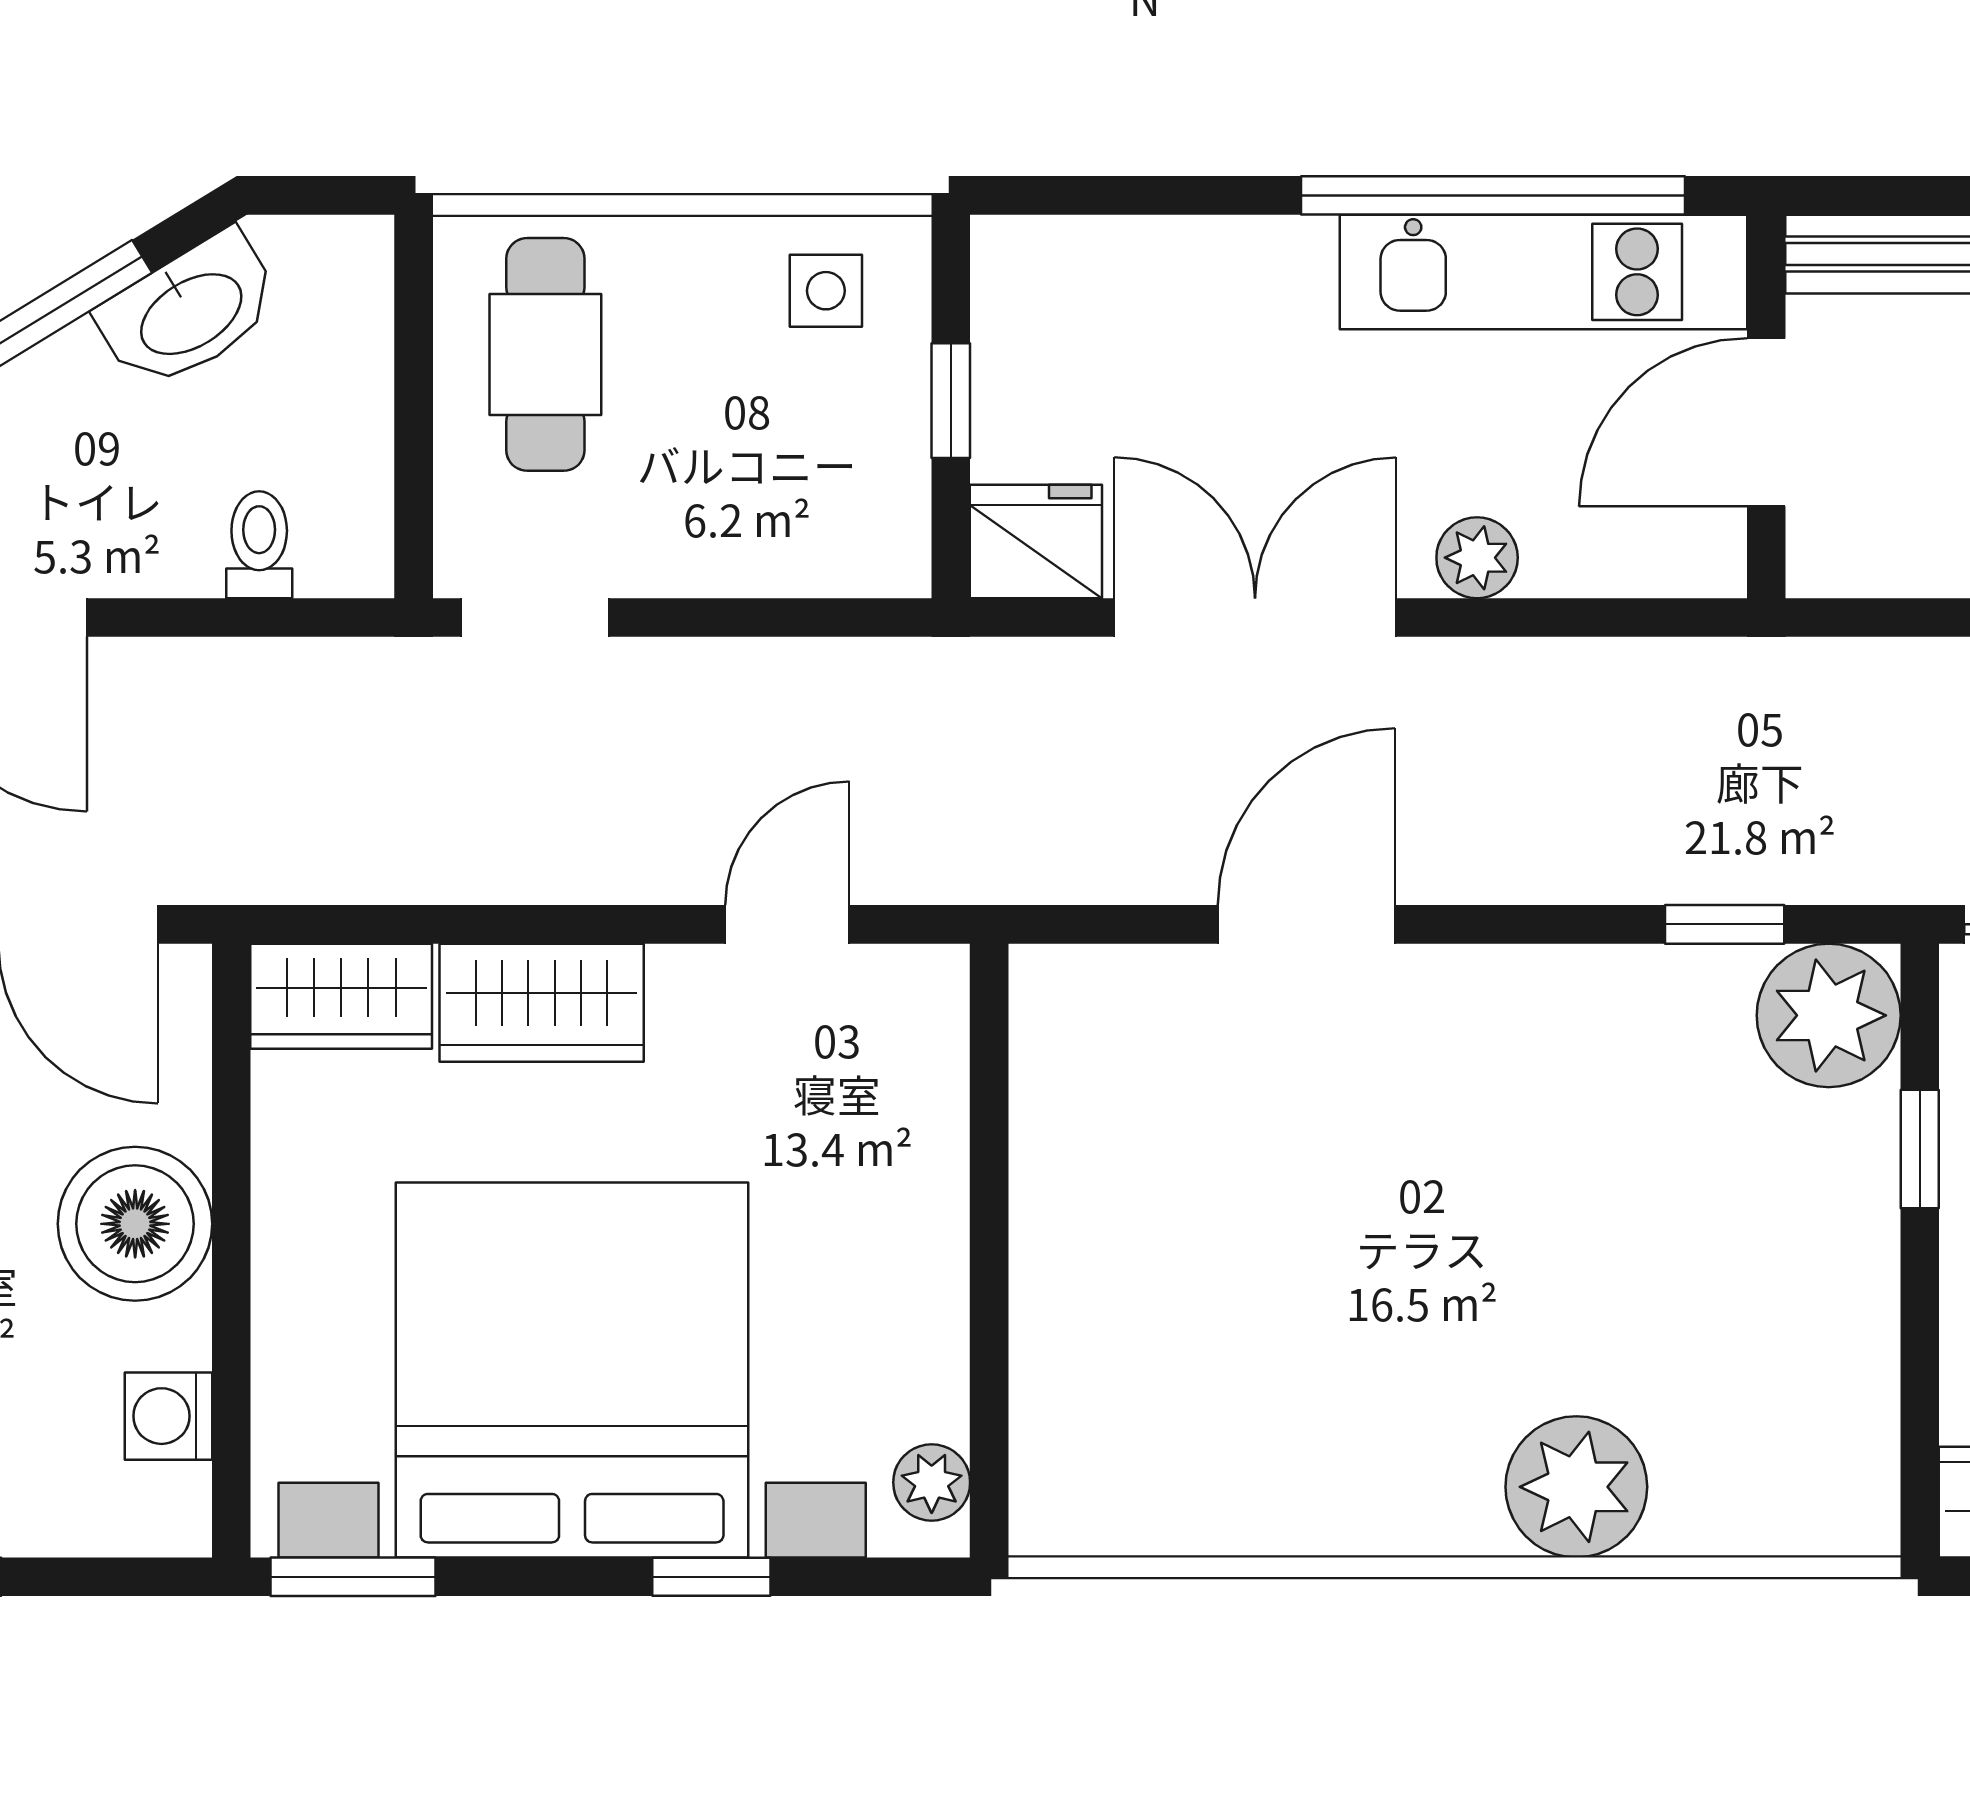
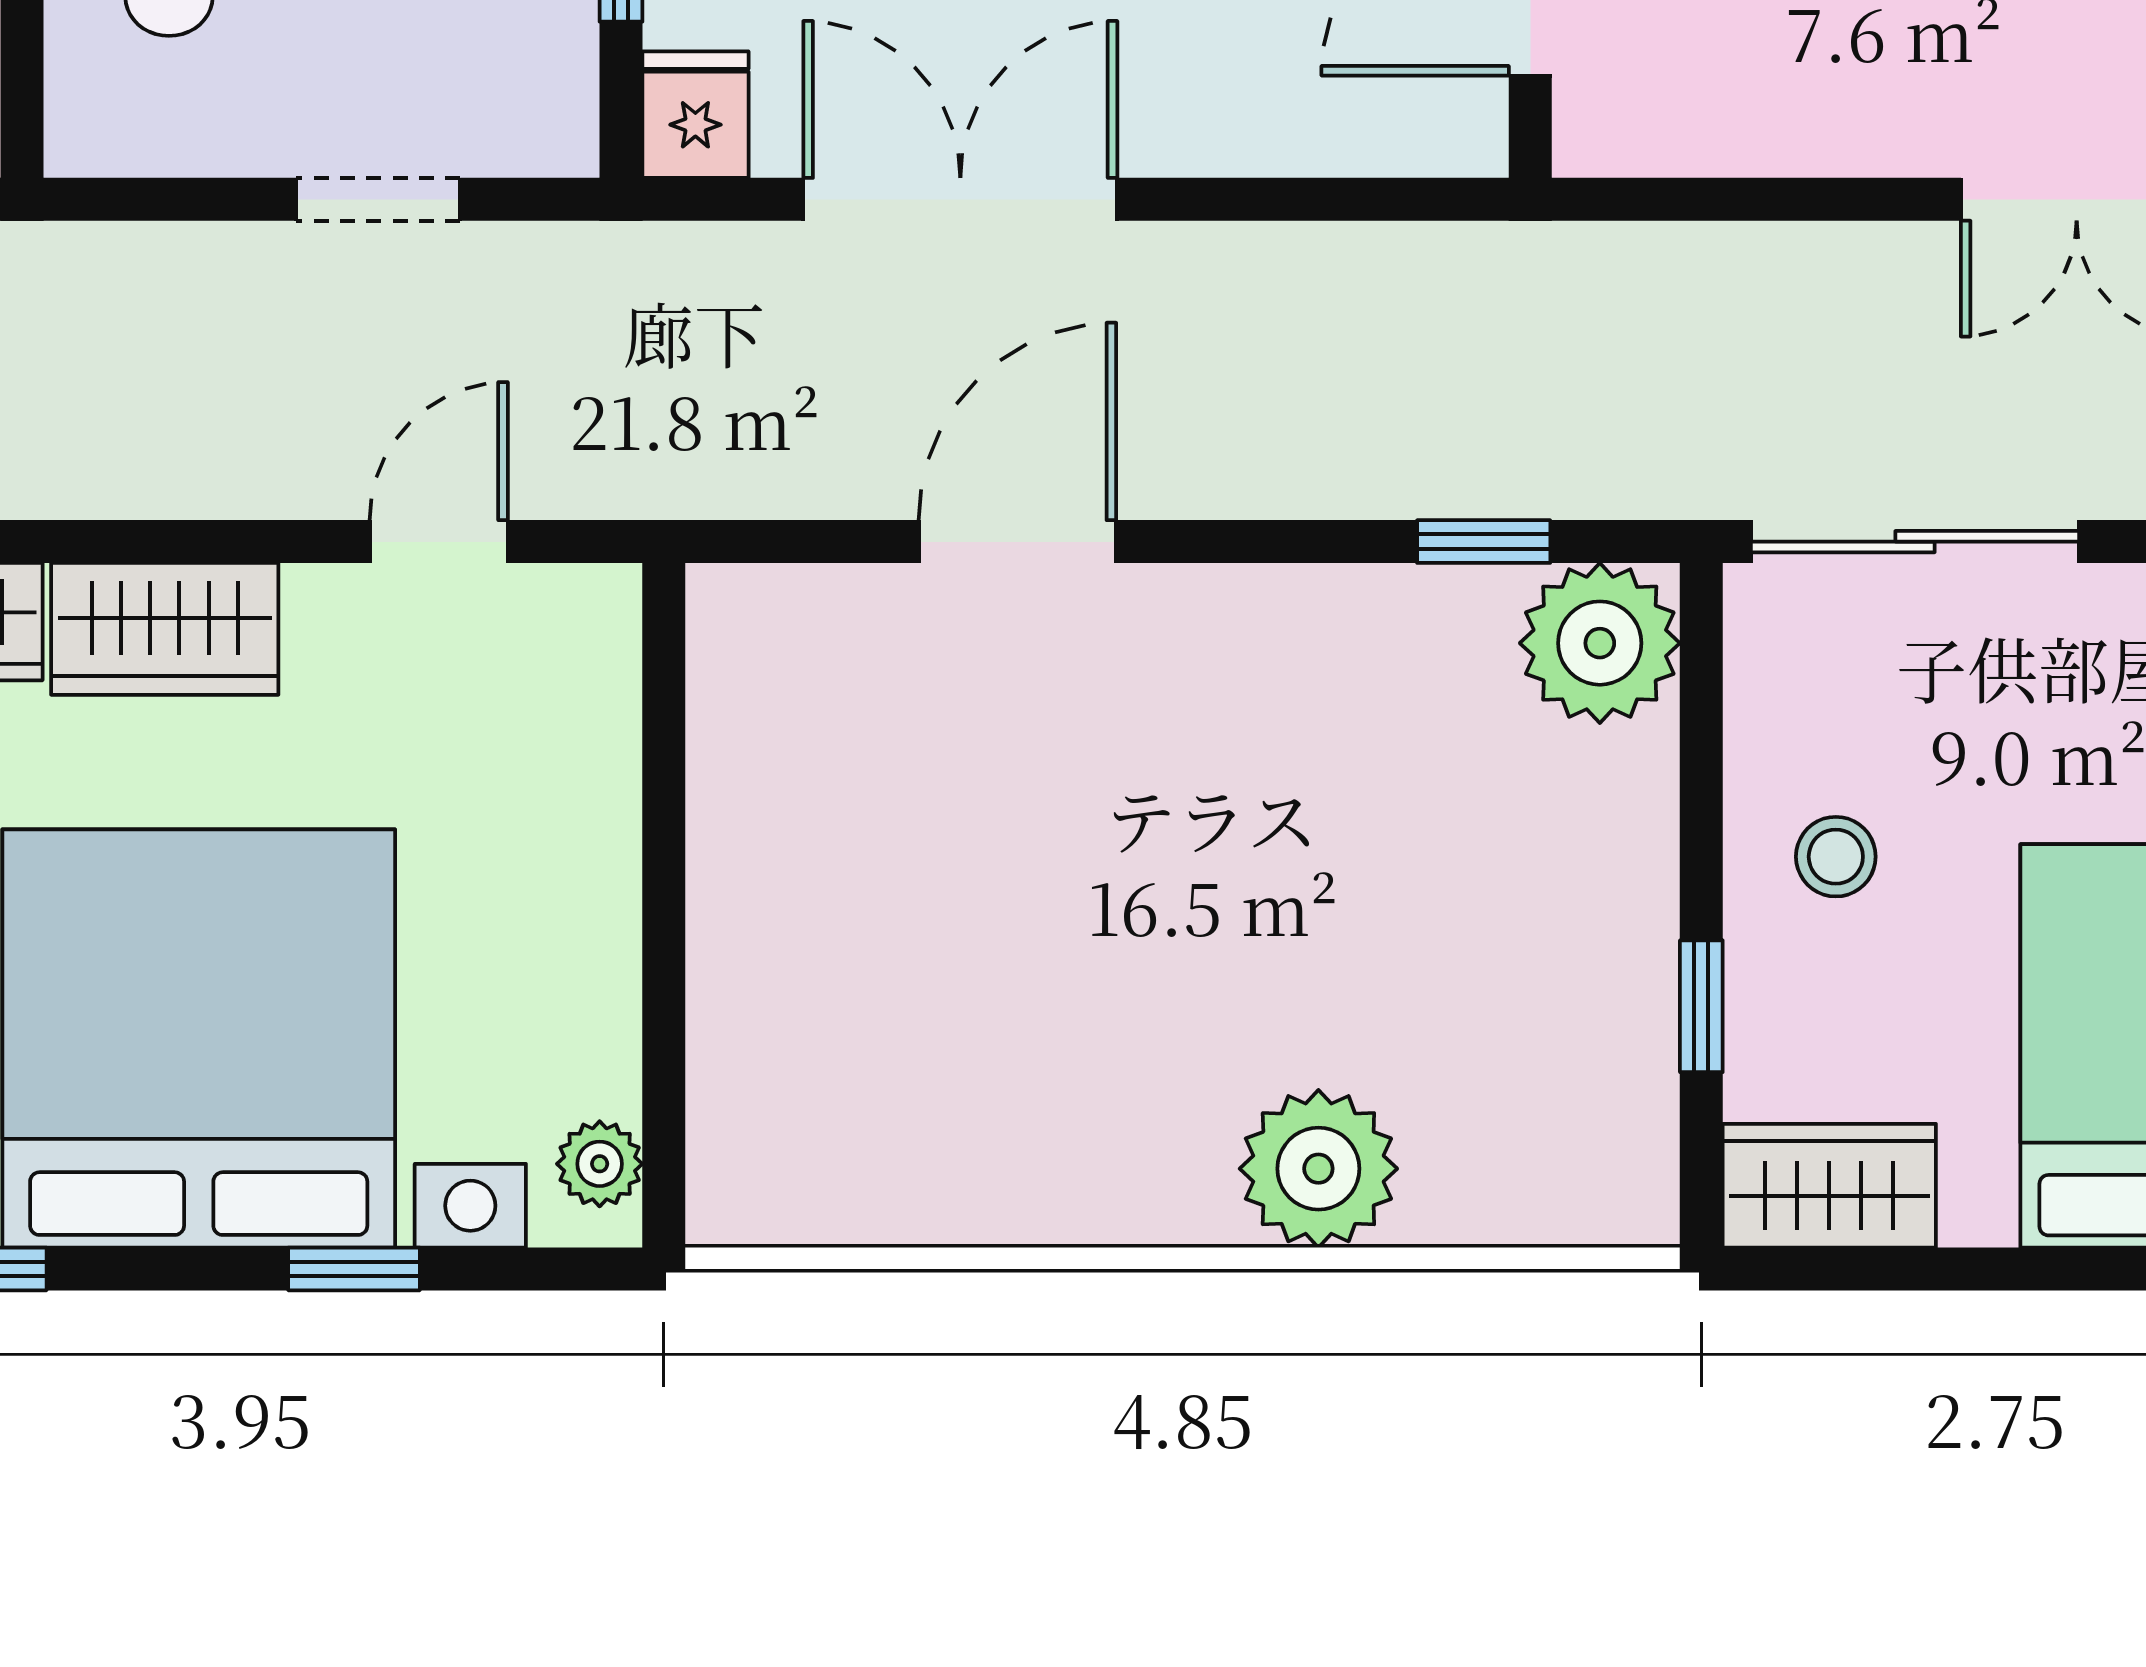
fridge: (1036, 541) -> (695, 115), width x0.72
plant: (1477, 558) -> (1208, 133), removed
doorway: (535, 617) -> (378, 199), moved
window: (1920, 1149) -> (1701, 1006), moved

